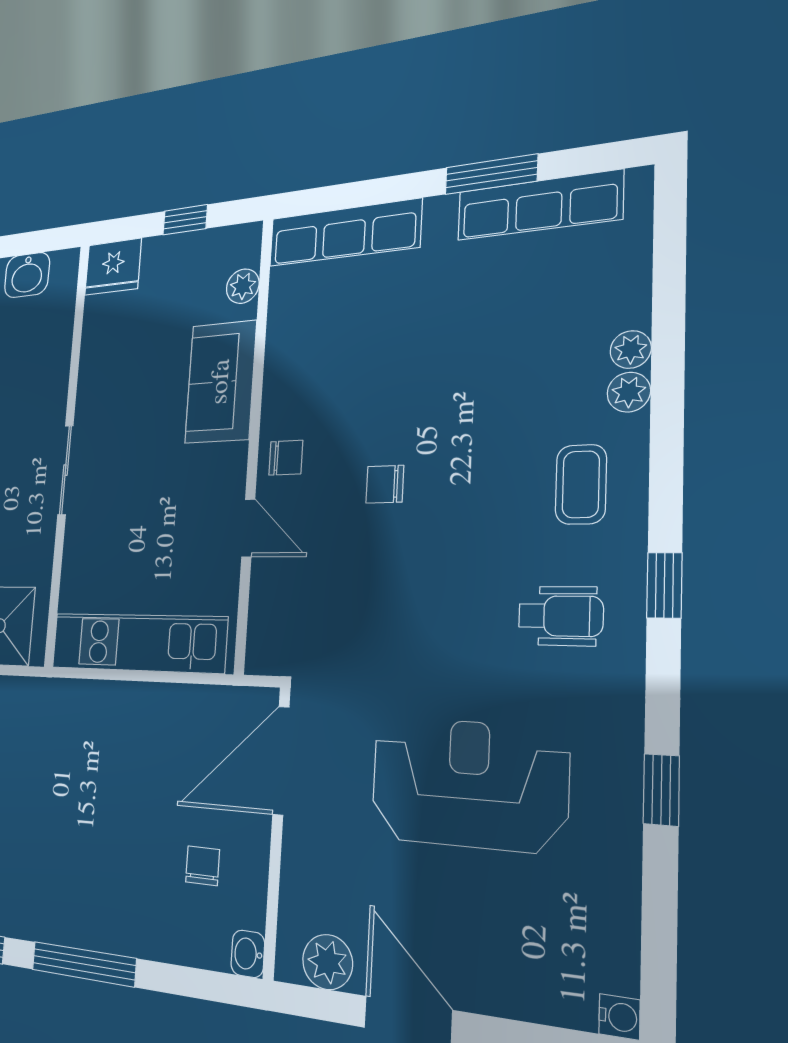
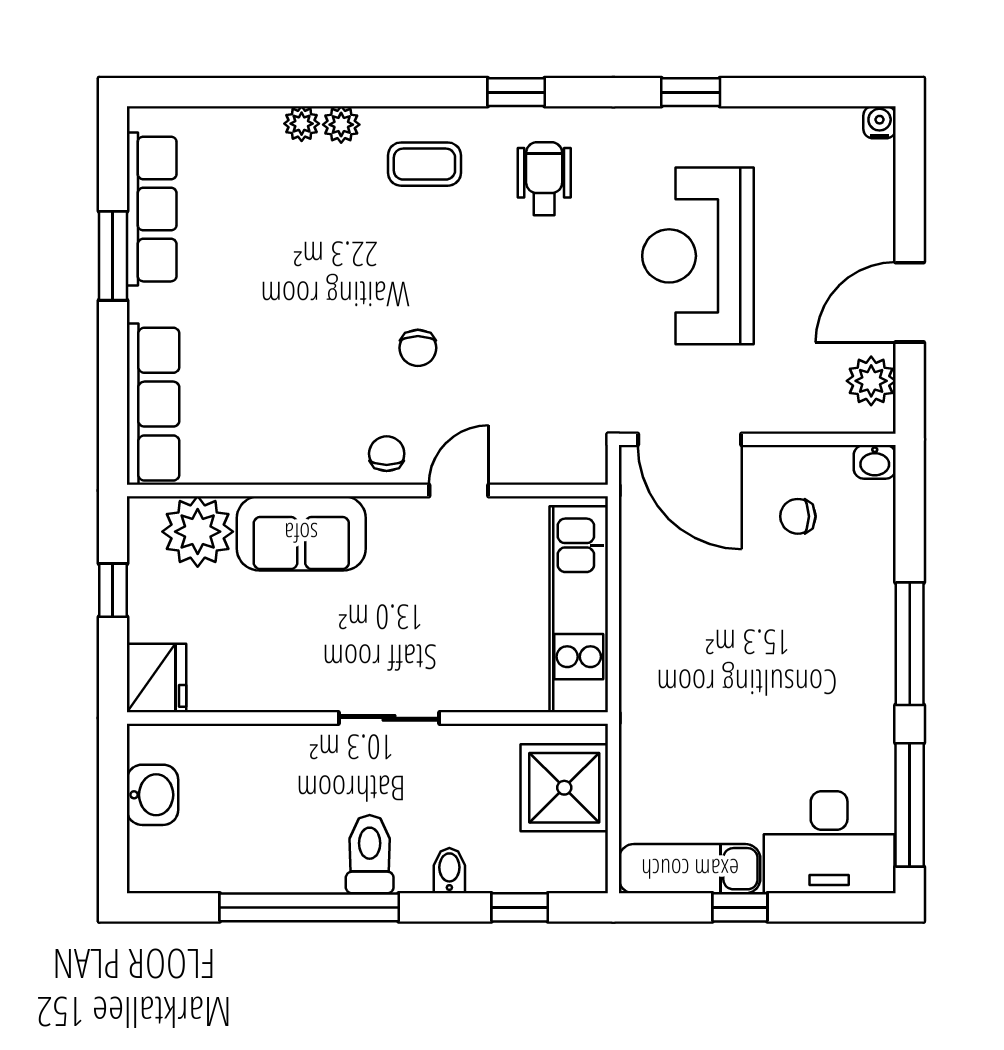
plant: (243, 286) -> (198, 532), width x1.88, depth x1.88

